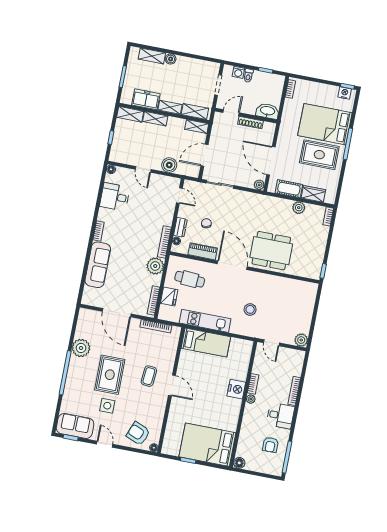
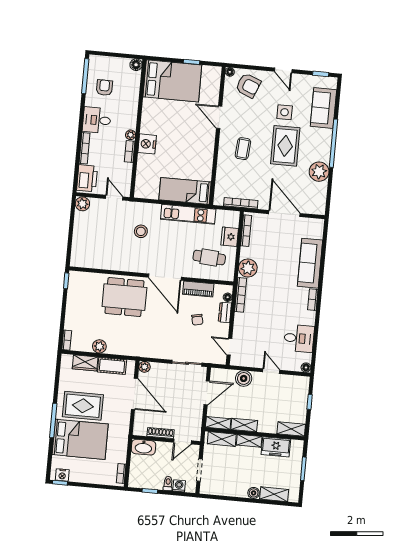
shelving: (155, 119) -> (244, 425), moved
printer: (295, 363) -> (87, 178), added
door: (172, 385) -> (219, 117), moved
sofa: (75, 426) -> (323, 108), moved, turned 90

